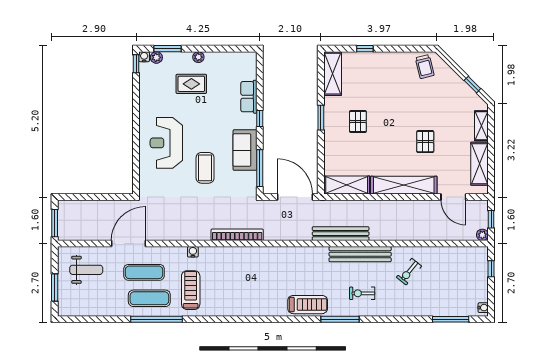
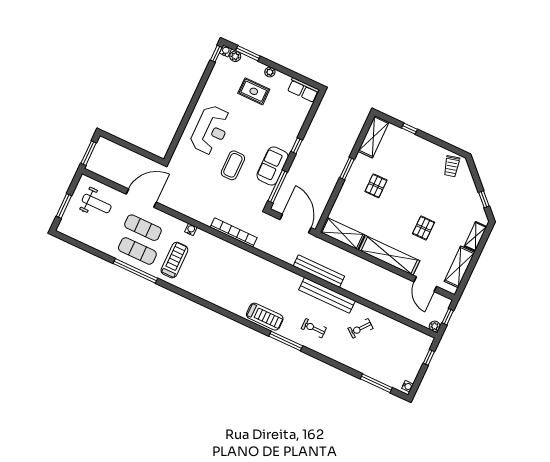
row of seats: (249, 97) -> (303, 90), moved, turned -90
reception desk: (166, 143) -> (211, 130), turned 180

